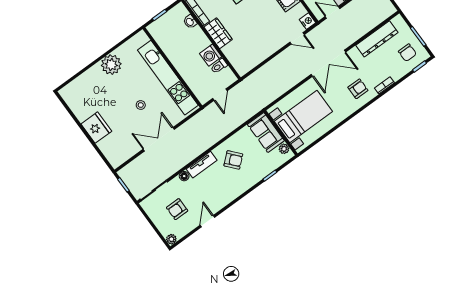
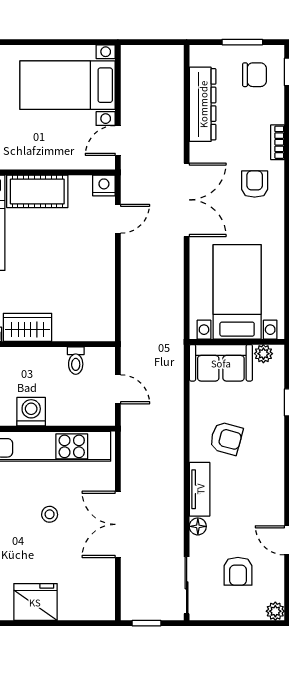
washing machine: (211, 55) -> (31, 412), moved, turned 180
armchair: (233, 160) -> (226, 438), turned 56

